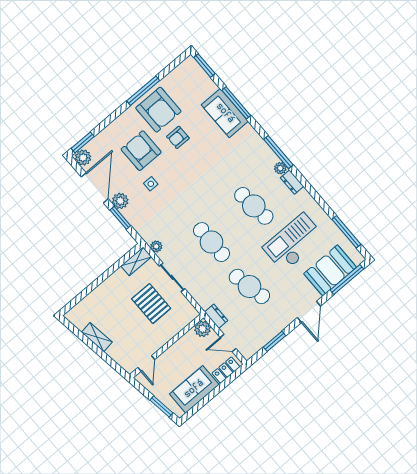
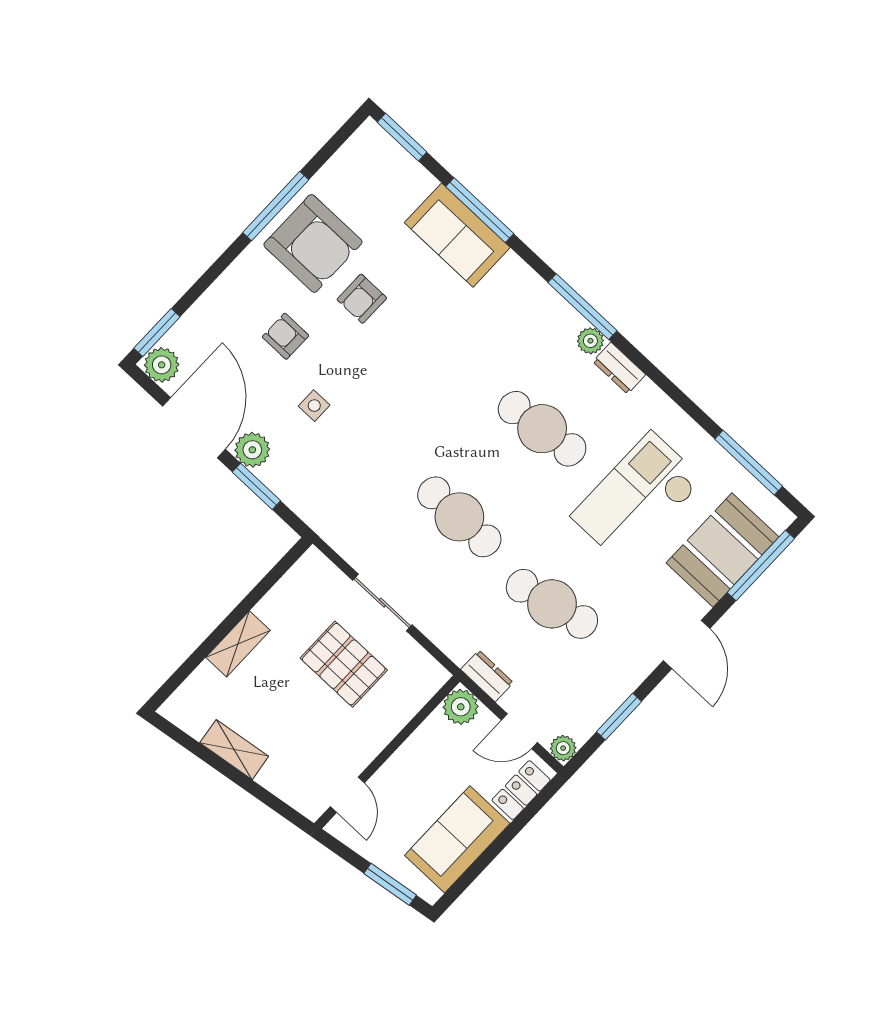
armchair: (141, 151) -> (285, 336), width x0.53, depth x0.53
plant: (156, 246) -> (563, 748), moved
shelving: (136, 261) -> (238, 644), moved

